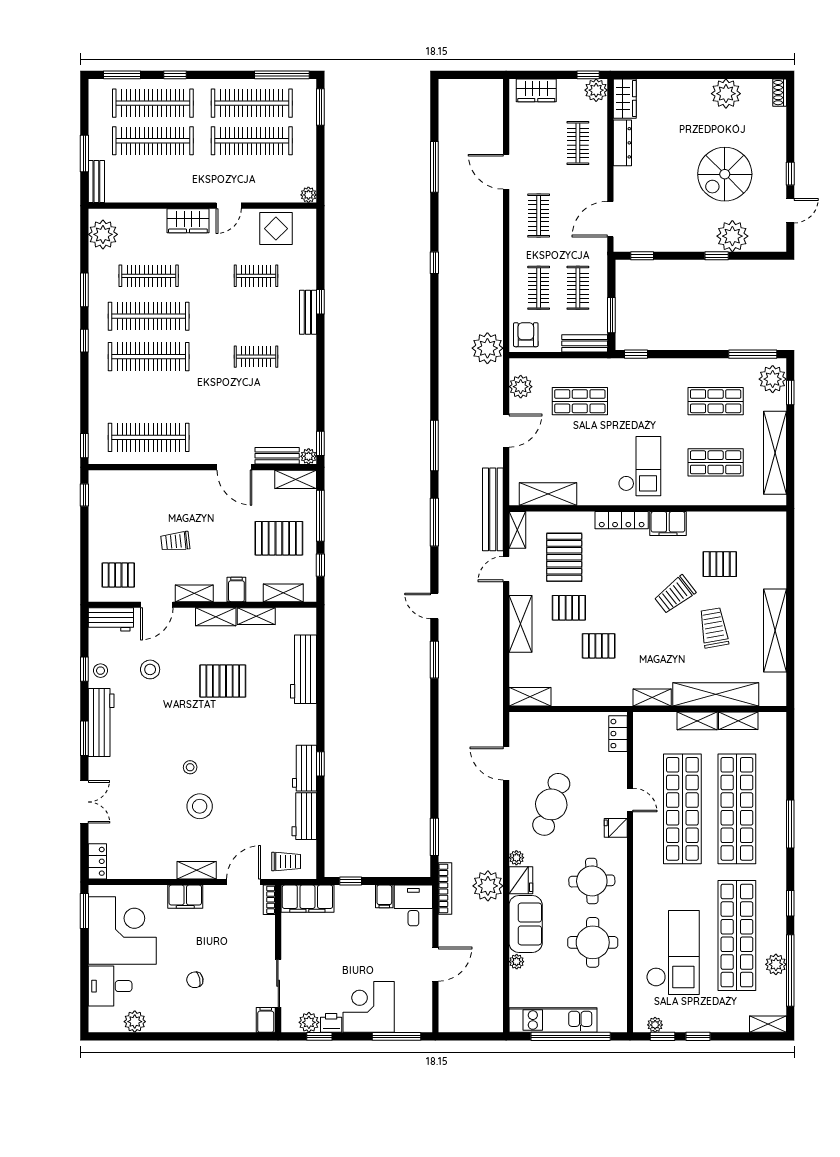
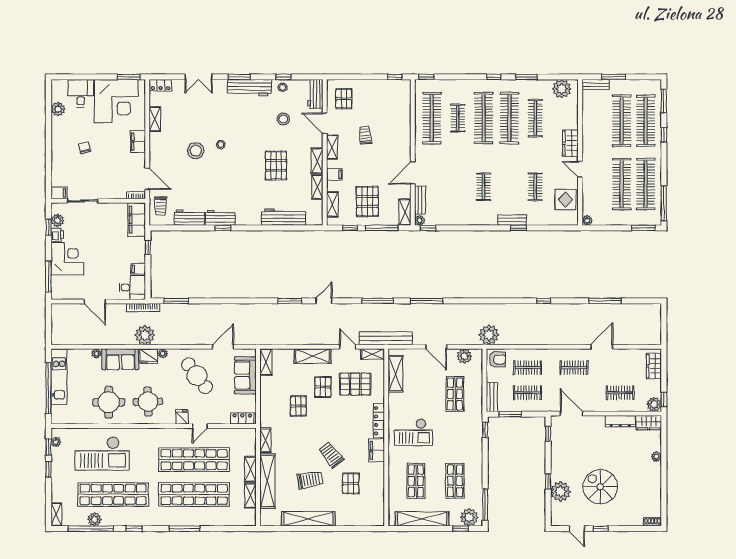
plant: (726, 94) -> (656, 457), moved, width x0.53, depth x0.53
clothes rail: (149, 397) -> (458, 118), added
sofa: (551, 729) -> (245, 375), added
cafe table: (551, 804) -> (197, 376), turned 33
shelving: (197, 870) -> (155, 119), moved

